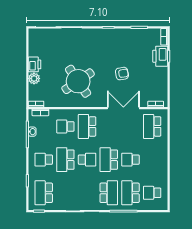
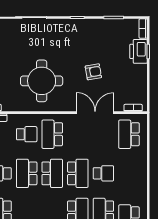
round table: (78, 81) -> (42, 81), turned 34
school desk: (65, 126) -> (27, 134), turned 180
school desk: (87, 160) -> (52, 173), width x1.85
school desk: (109, 160) -> (78, 173), turned 180
school desk: (130, 160) -> (103, 173), turned 180

